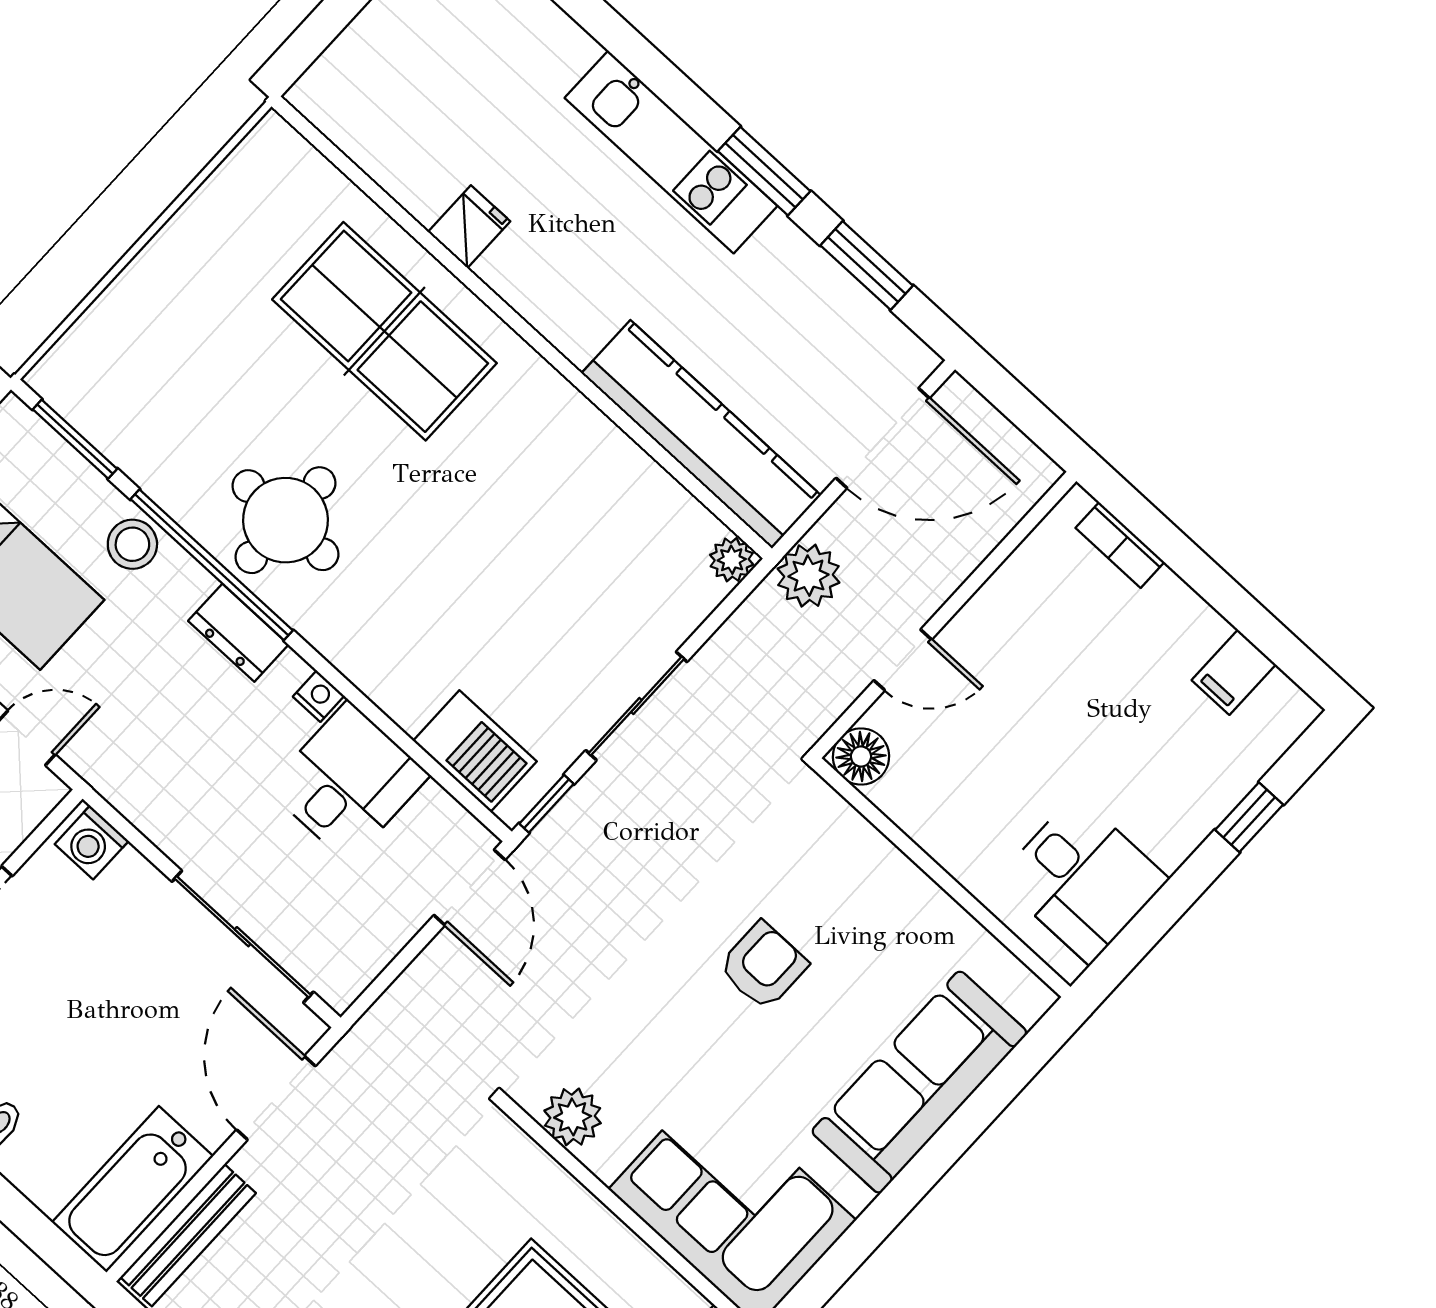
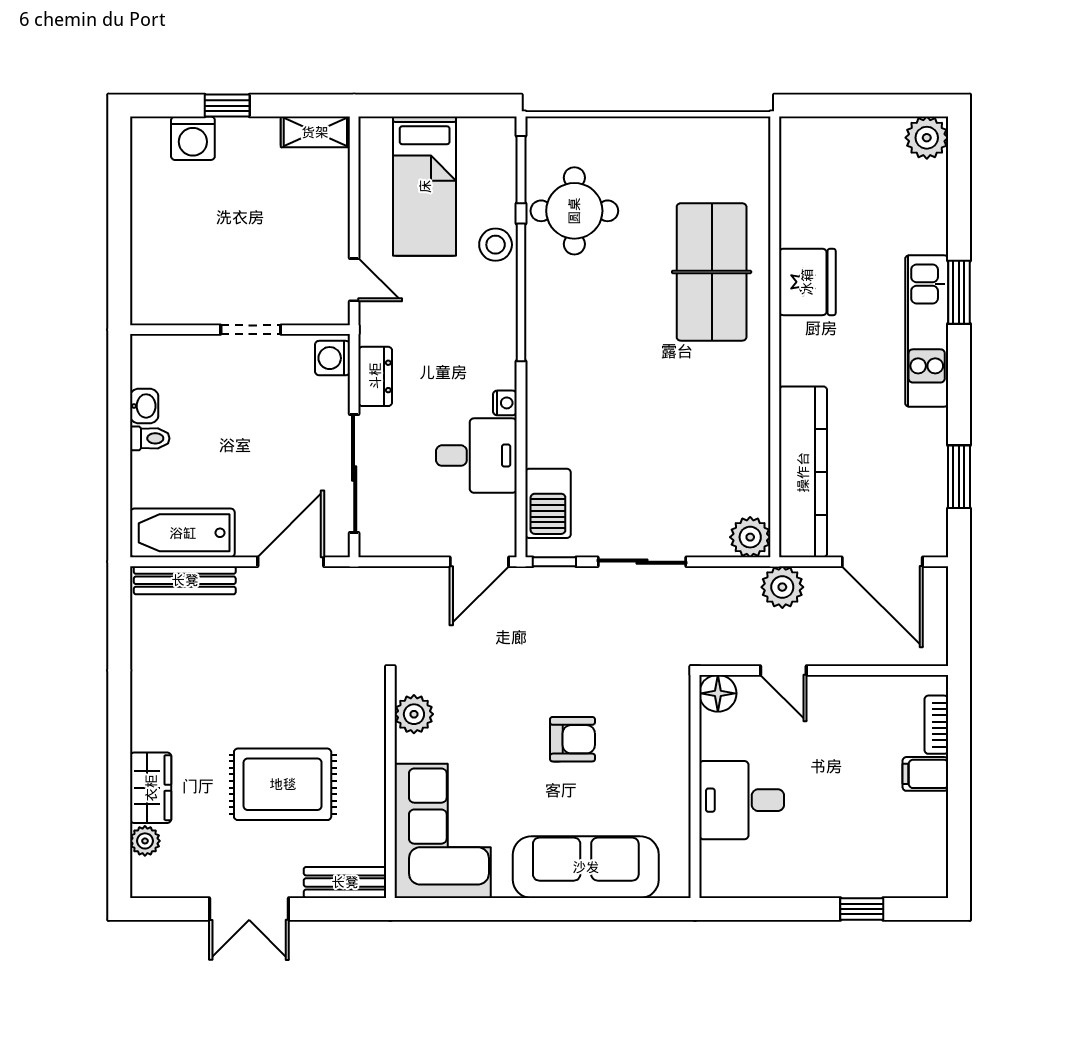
window: (764, 171) -> (959, 292), moved
fridge: (469, 227) -> (807, 282), width x1.88, depth x1.34
round table: (285, 520) -> (574, 211), moved
plant: (732, 560) -> (750, 537), width x1.38, depth x1.38
dresser: (238, 633) -> (375, 376), moved, turned 180
filing cabinet: (1234, 672) -> (925, 774), moved
desk: (1083, 879) -> (742, 800), moved, turned 90

